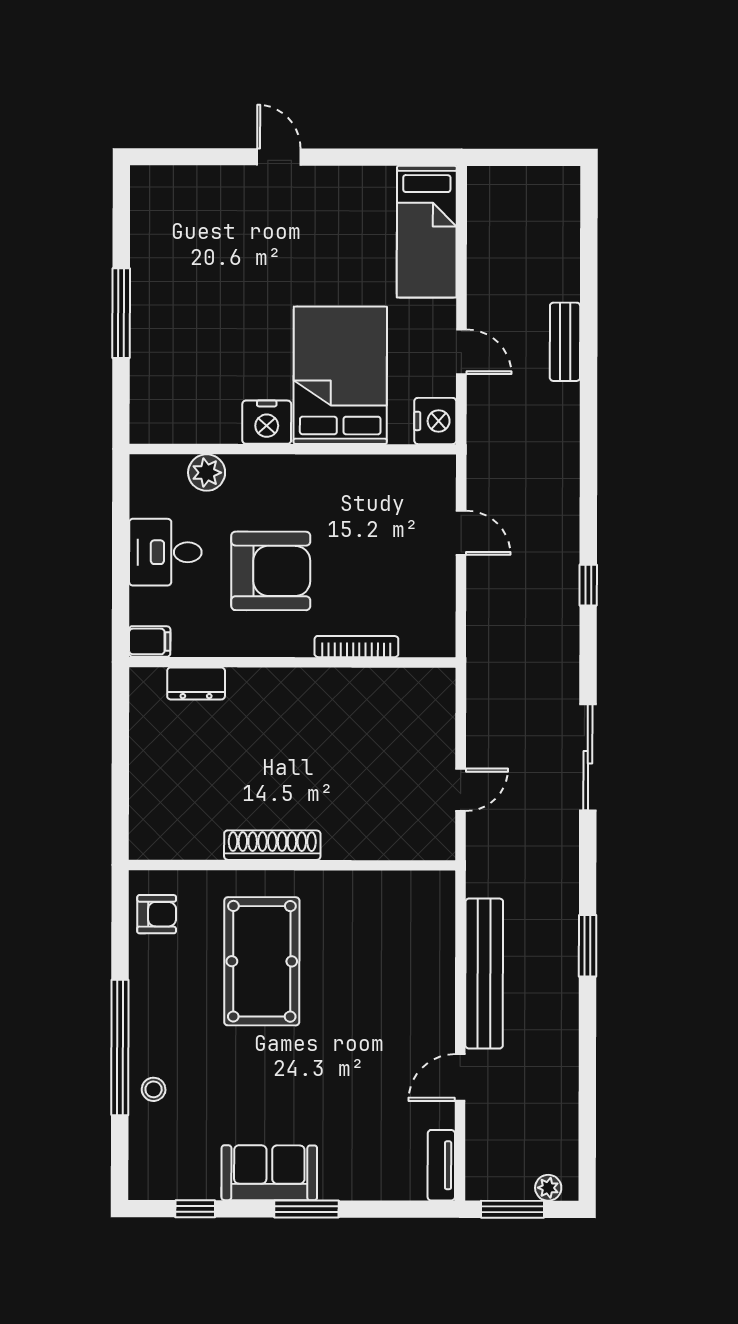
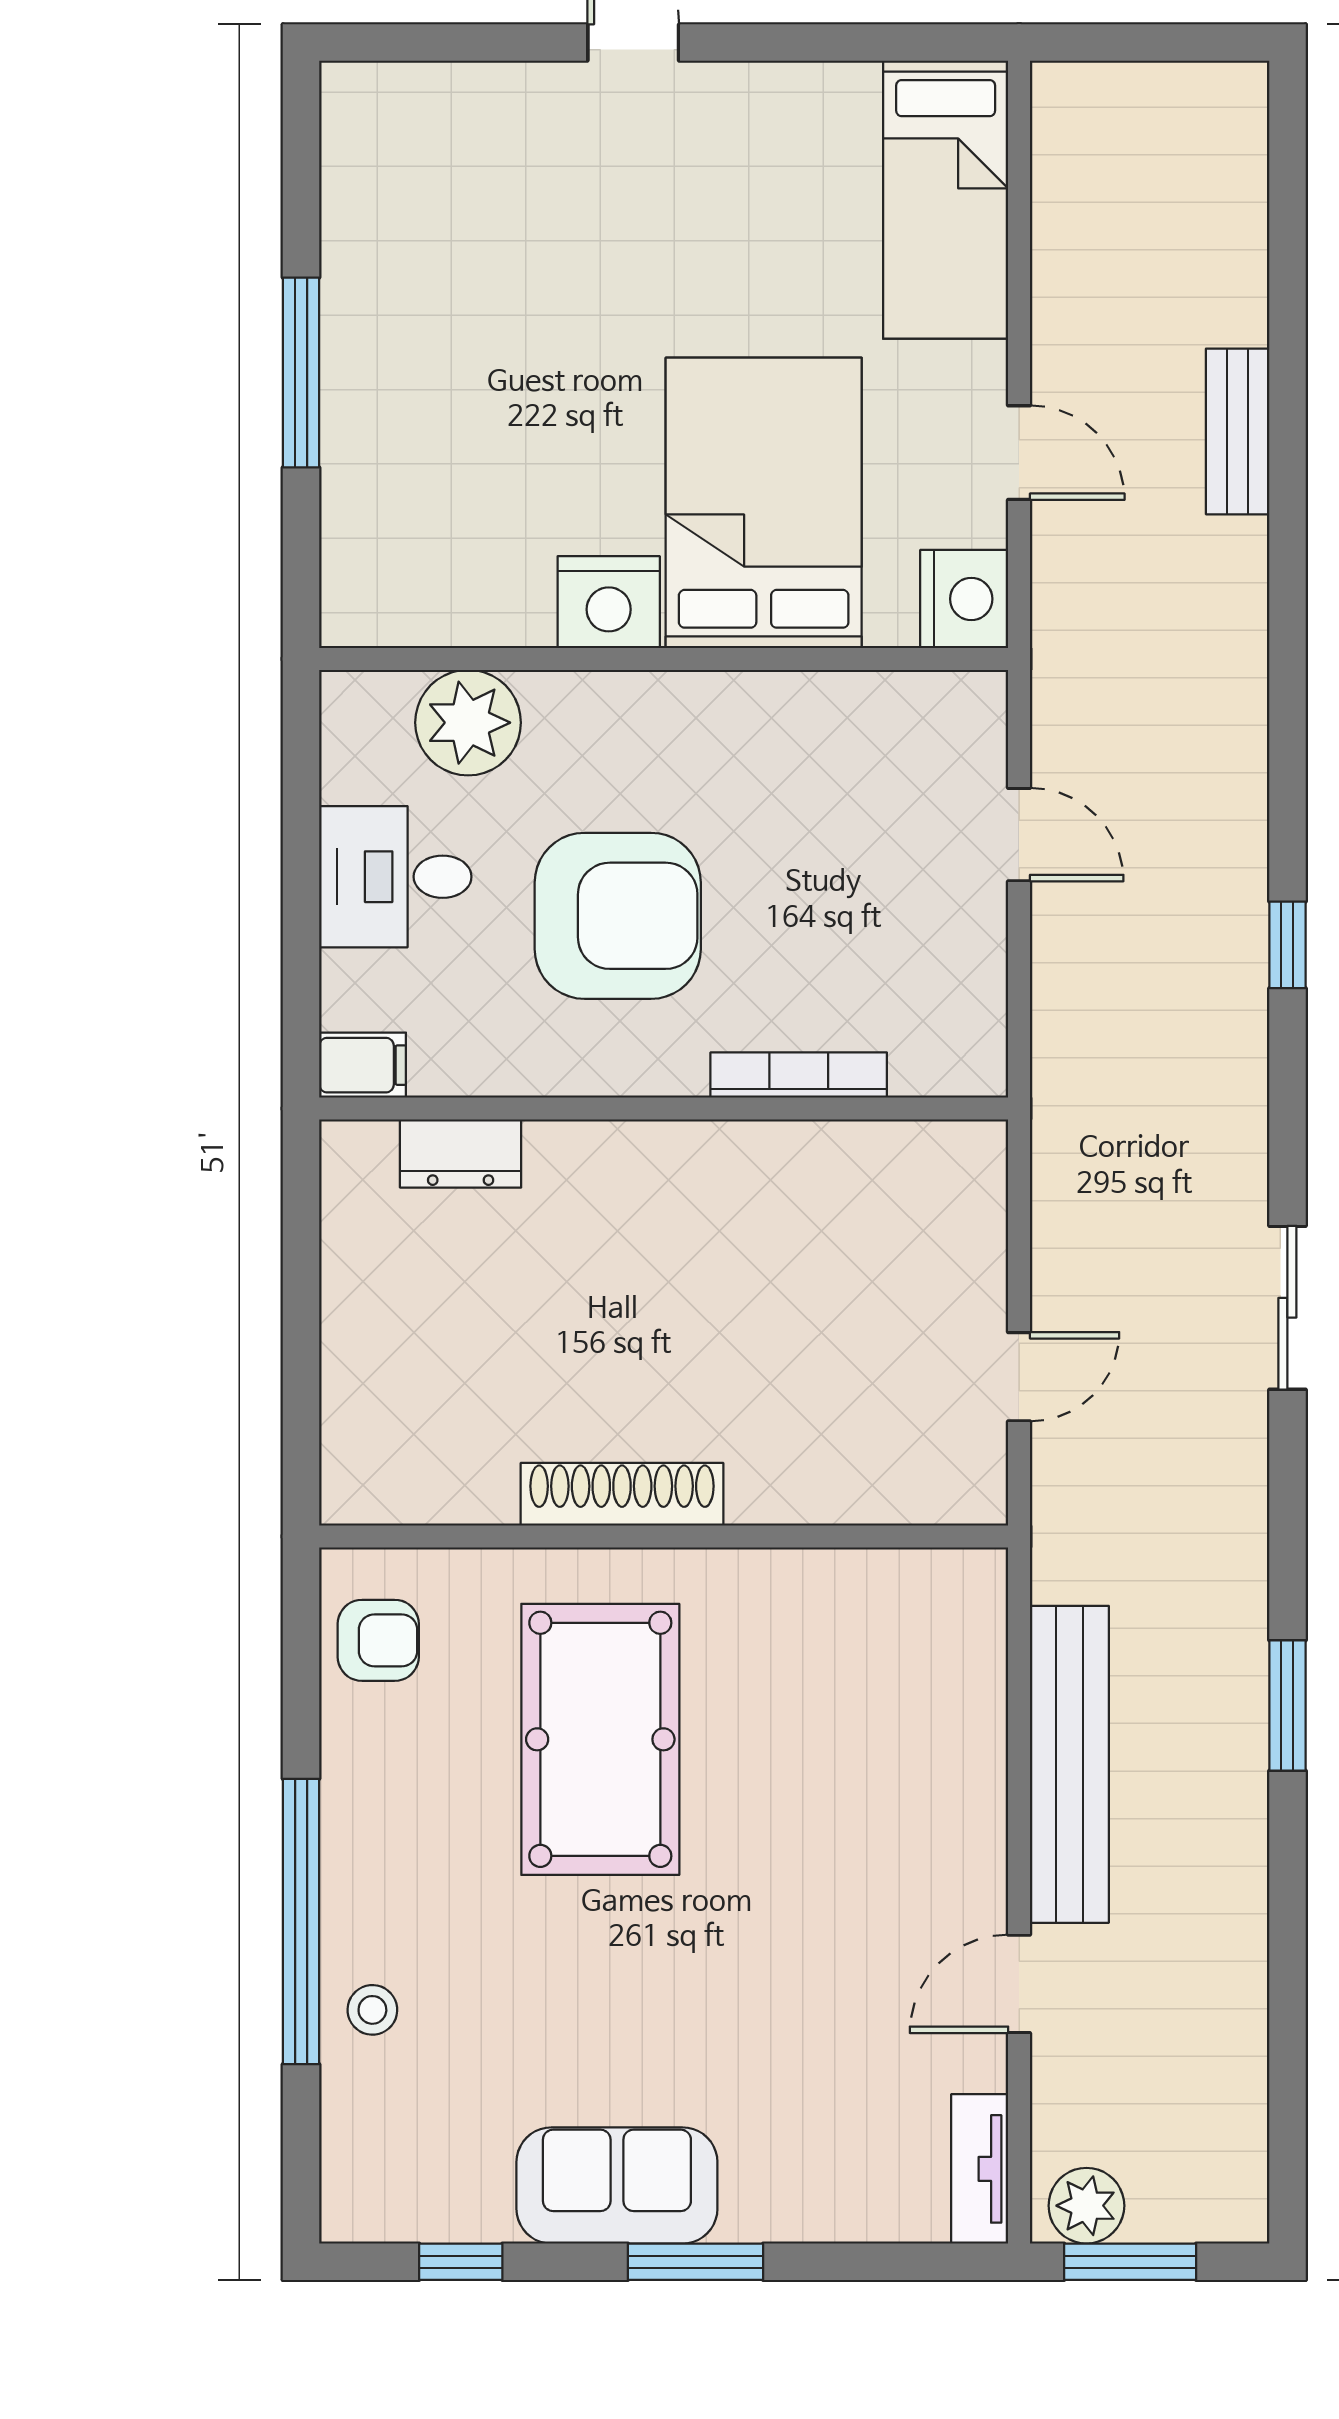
plant: (207, 473) -> (468, 723), width x1.36, depth x1.36
sliding door: (588, 757) -> (1287, 1308), width x0.73
plant: (548, 1188) -> (1086, 2206), moved, width x1.38, depth x1.38

